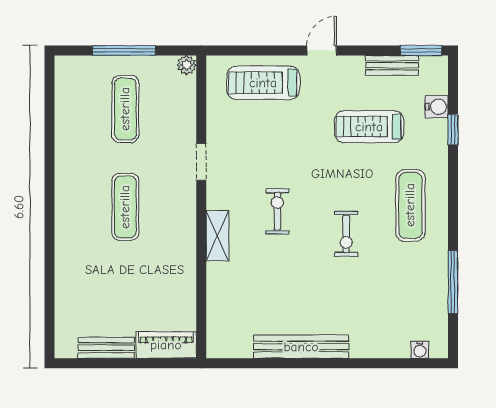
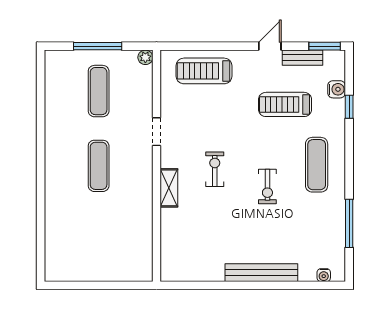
door: (322, 50) -> (270, 46), moved
piano: (166, 345) -> (130, 271), removed
bench: (301, 347) -> (261, 273), moved
bench: (106, 348) -> (84, 274), removed

